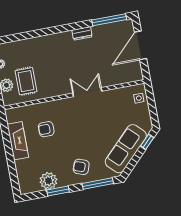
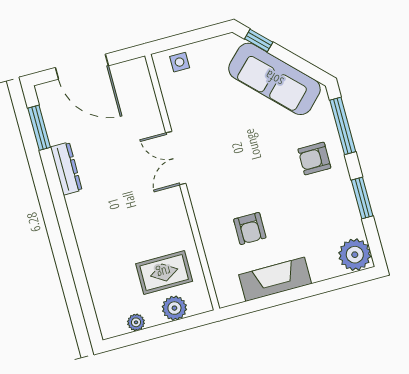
window: (109, 20) -> (39, 128), width x0.69
dresser: (82, 33) -> (66, 169), width x1.44
armchair: (81, 167) -> (314, 159), turned 70
plant: (48, 181) -> (355, 255), moved

